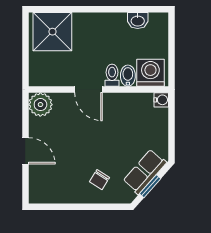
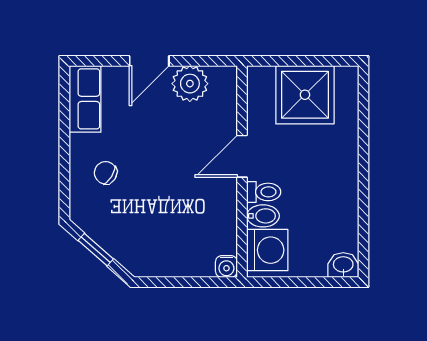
washbasin: (138, 21) -> (343, 265), moved, turned 90
shower: (52, 32) -> (305, 95), moved
plant: (40, 105) -> (190, 84), moved
row of seats: (145, 172) -> (85, 99), moved, turned 48

